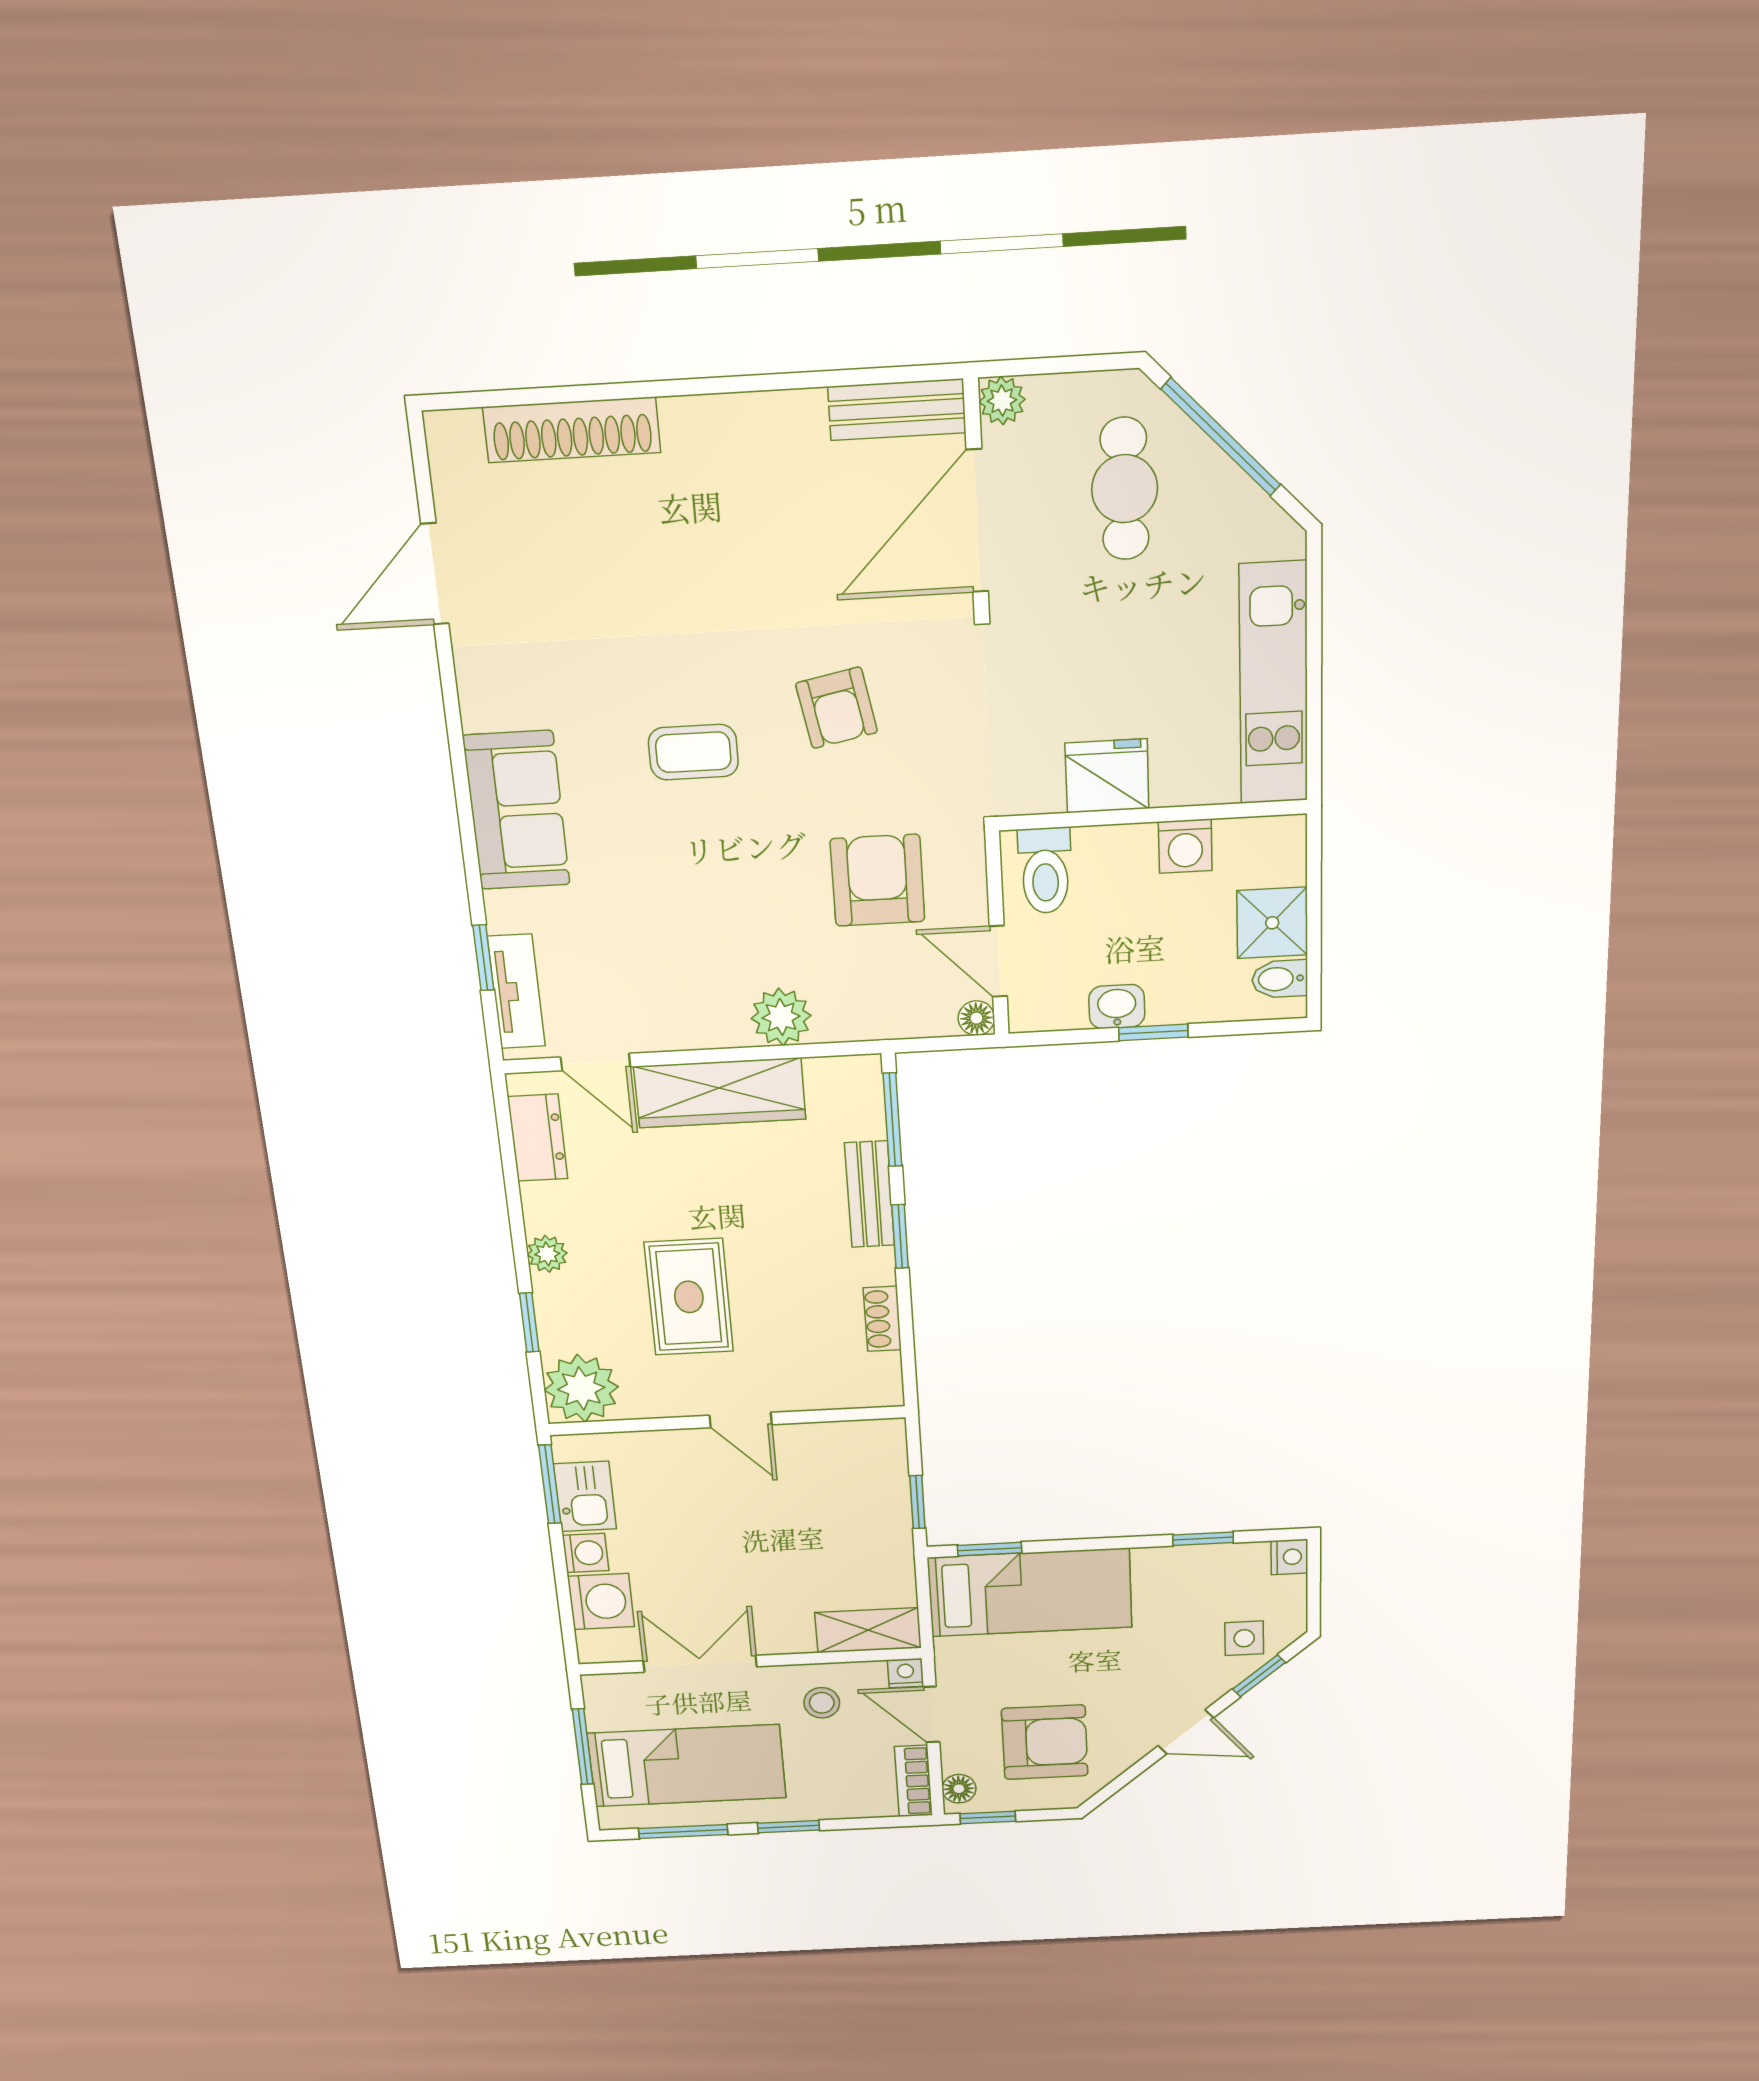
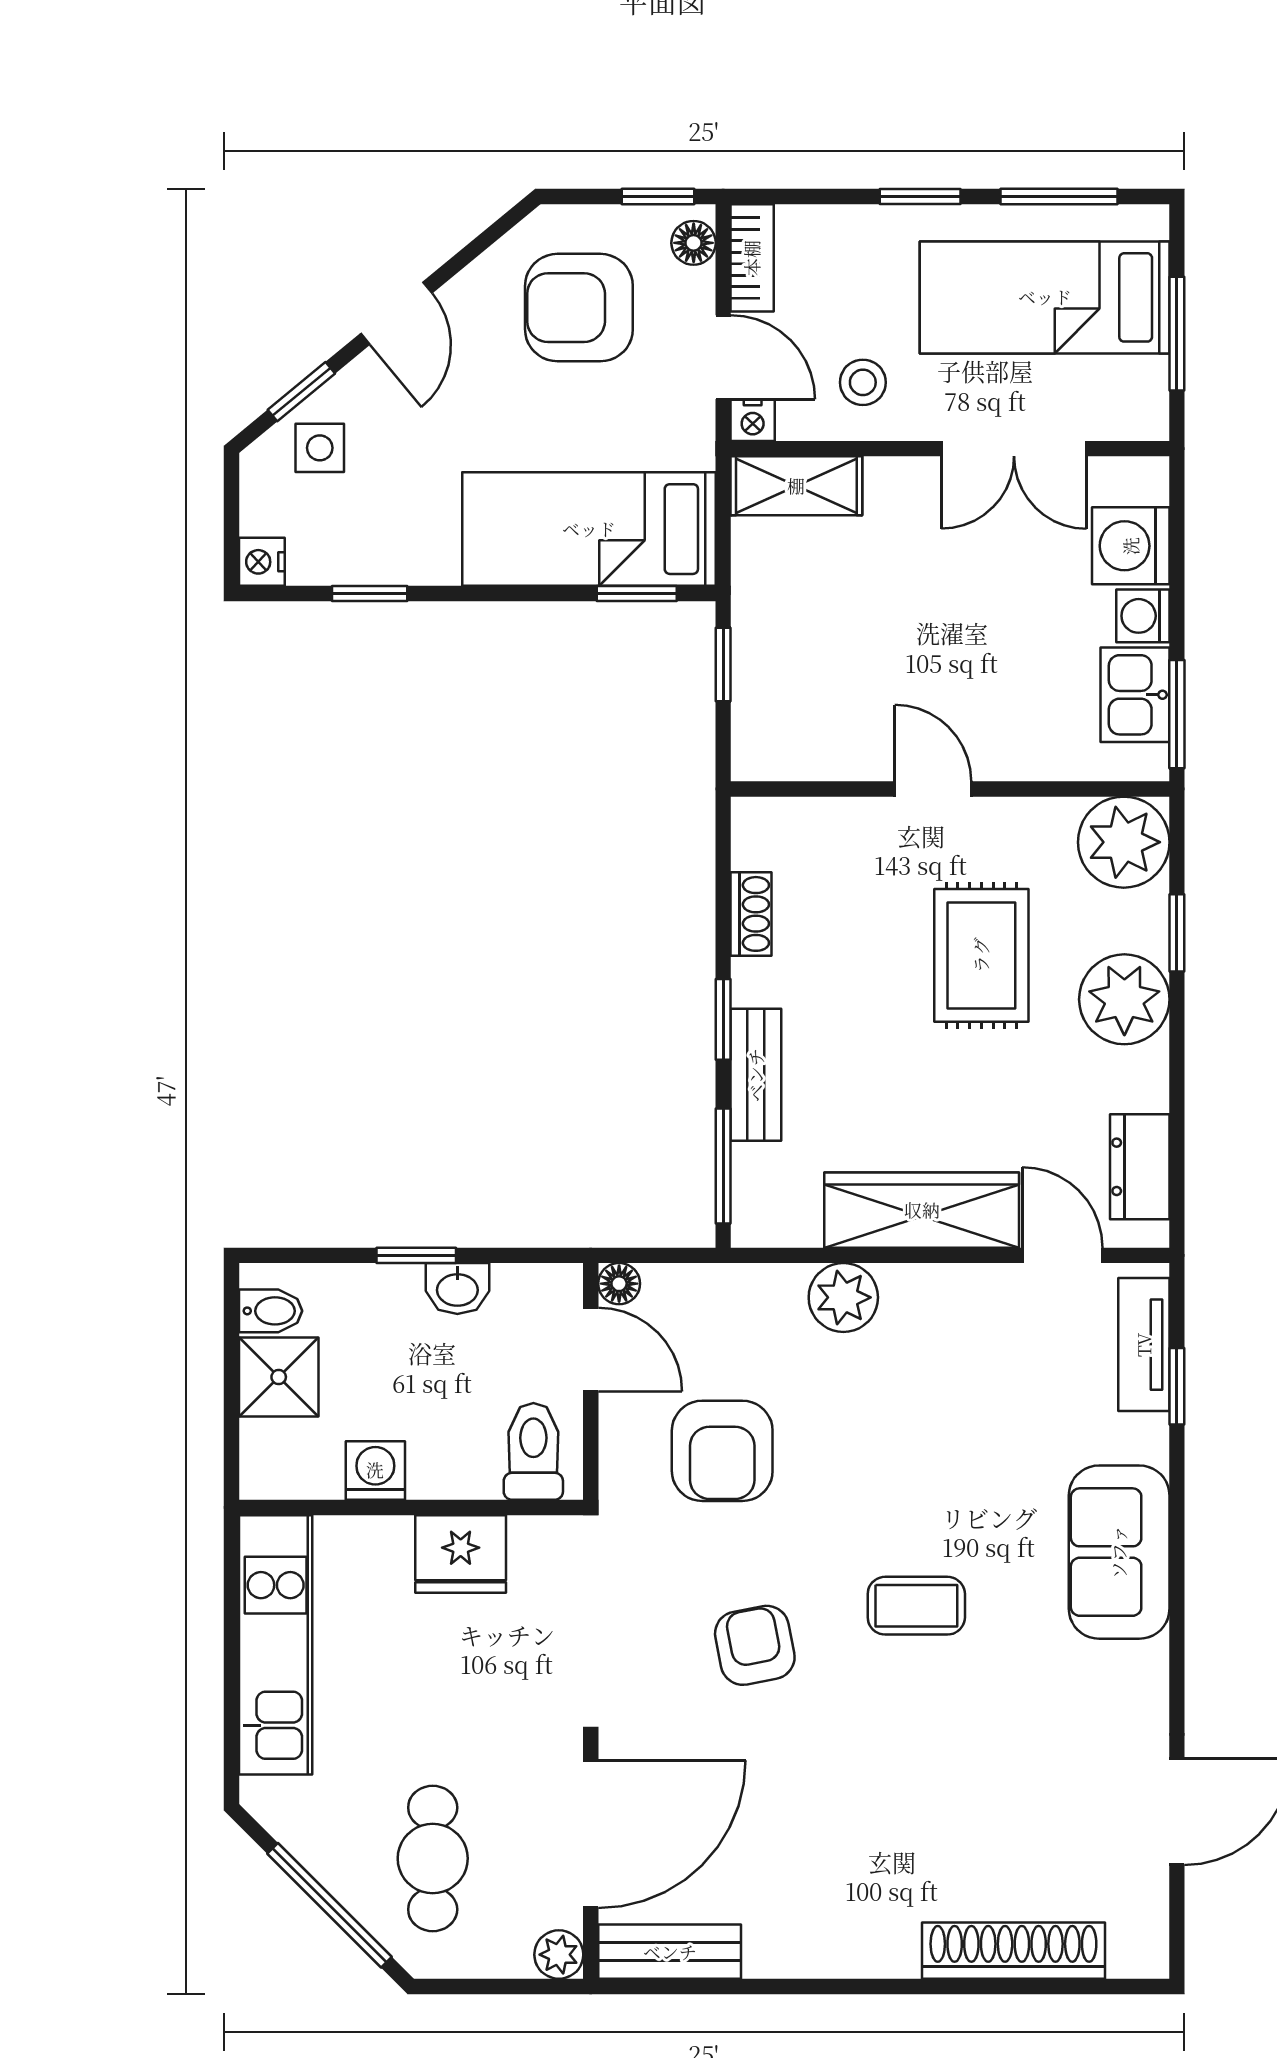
plant: (547, 1254) -> (1124, 999), width x1.88, depth x1.88
door: (1186, 1732) -> (396, 313), swing flipped

